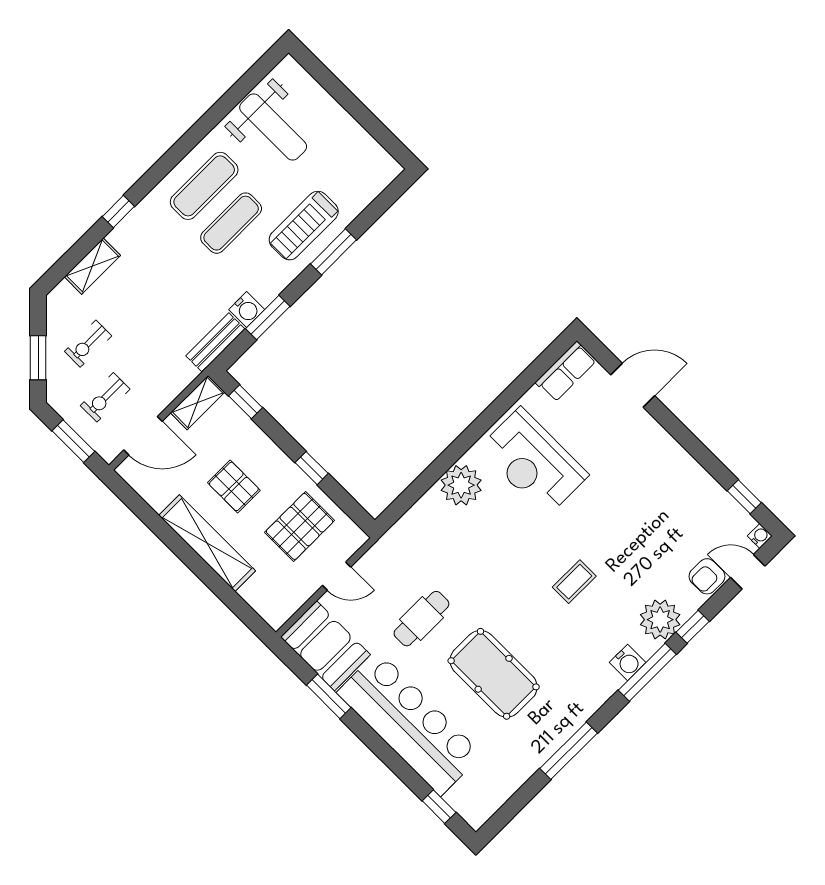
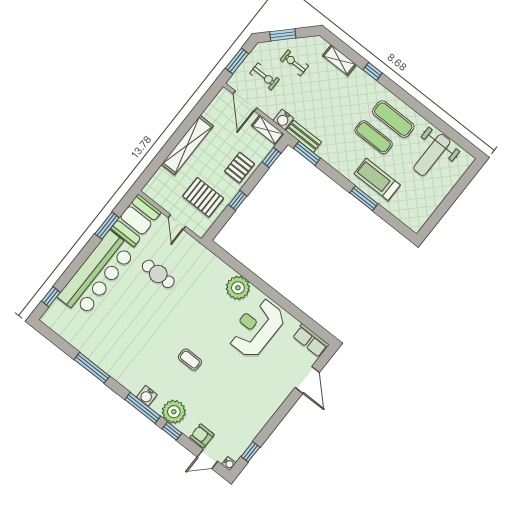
water cooler: (247, 310) -> (283, 119), moved
window: (268, 318) -> (307, 153), moved
exercise bike: (105, 397) -> (264, 76), turned 180
pallet: (234, 486) -> (240, 168), moved
door: (748, 572) -> (207, 459), swing flipped
pool table: (494, 674) -> (131, 319), removed

